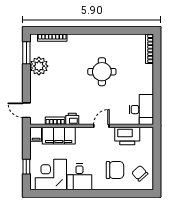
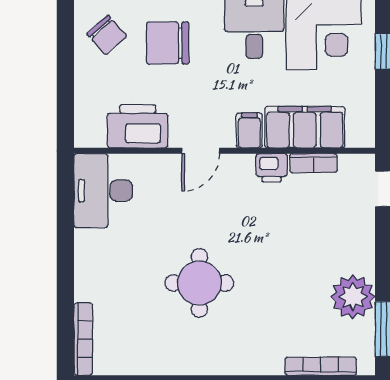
filing cabinet: (36, 134) -> (249, 131), moved

